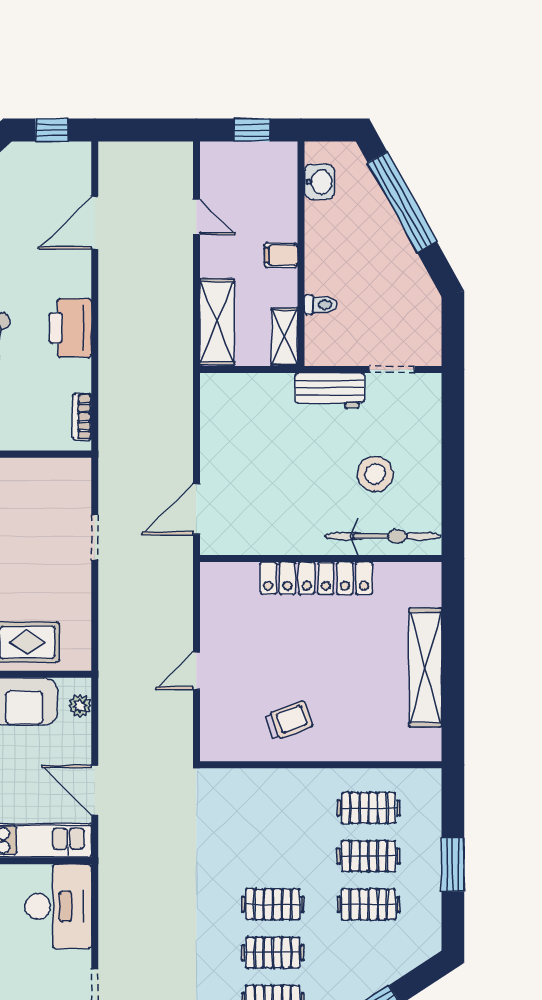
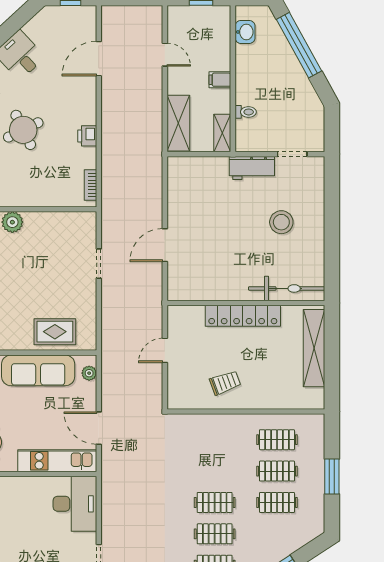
printer: (70, 328) -> (87, 136), width x0.53, depth x0.68
bicycle: (383, 536) -> (287, 288), moved
wall: (321, 559) -> (246, 303), moved
locker: (316, 578) -> (243, 316), moved

